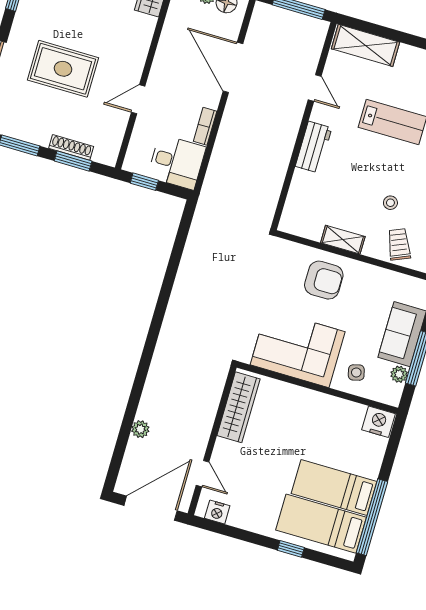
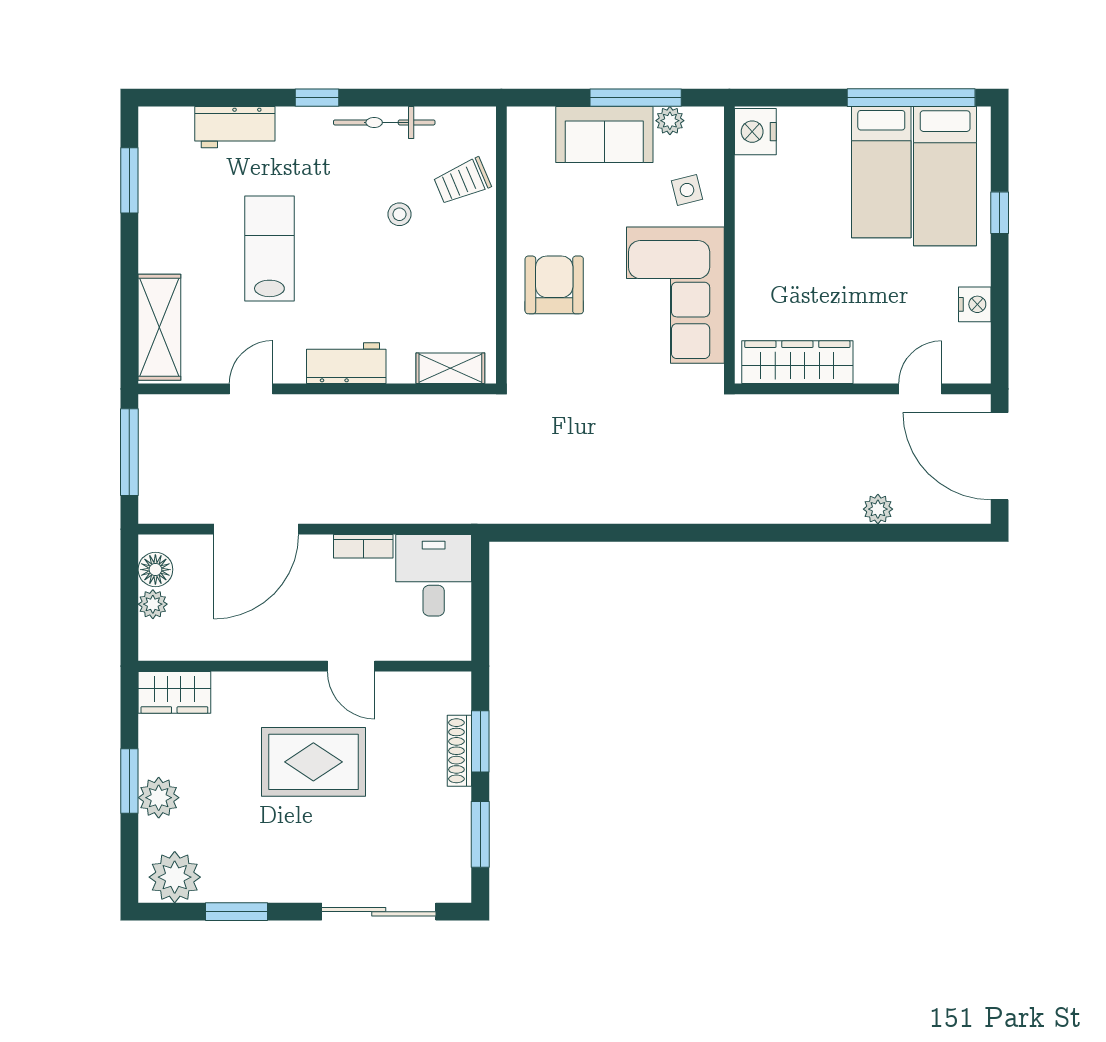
rug: (63, 69) -> (313, 762), moved, turned 90
window: (144, 182) -> (480, 618), removed
shelving: (343, 240) -> (450, 368), moved, turned 90
nightstand: (217, 512) -> (975, 304), moved

